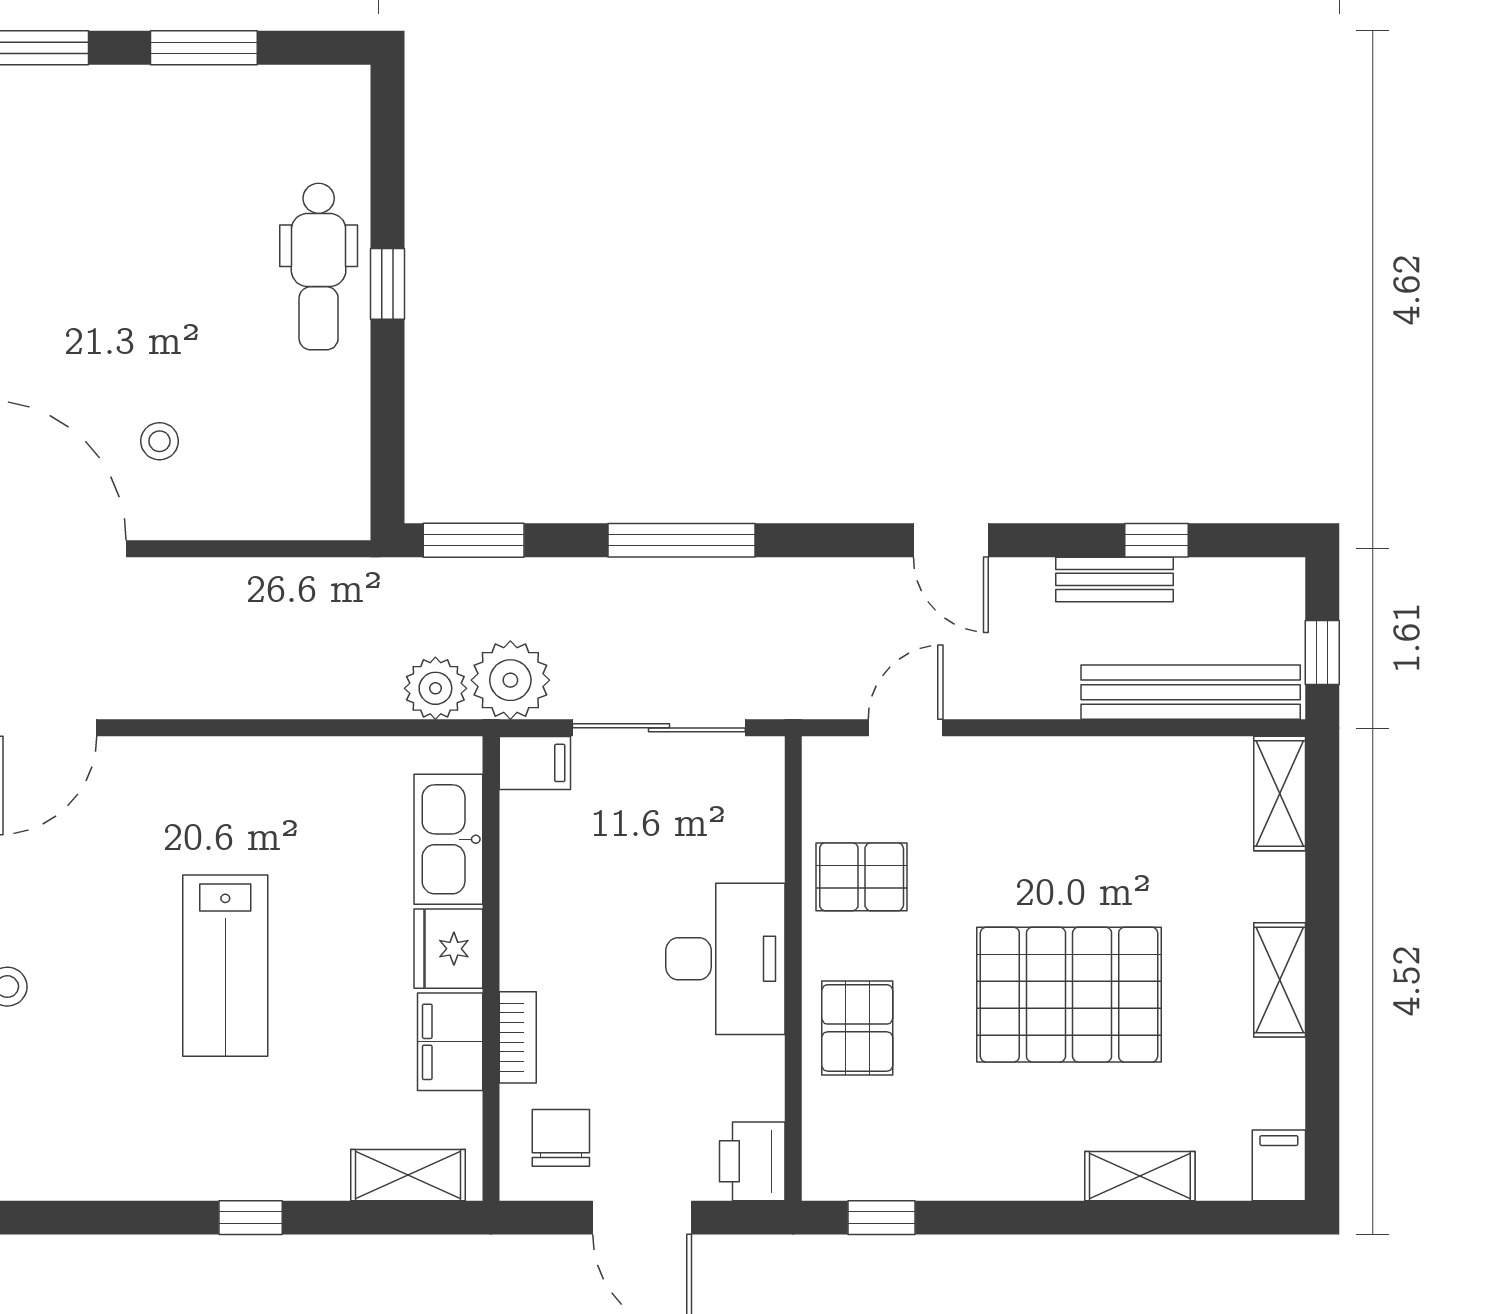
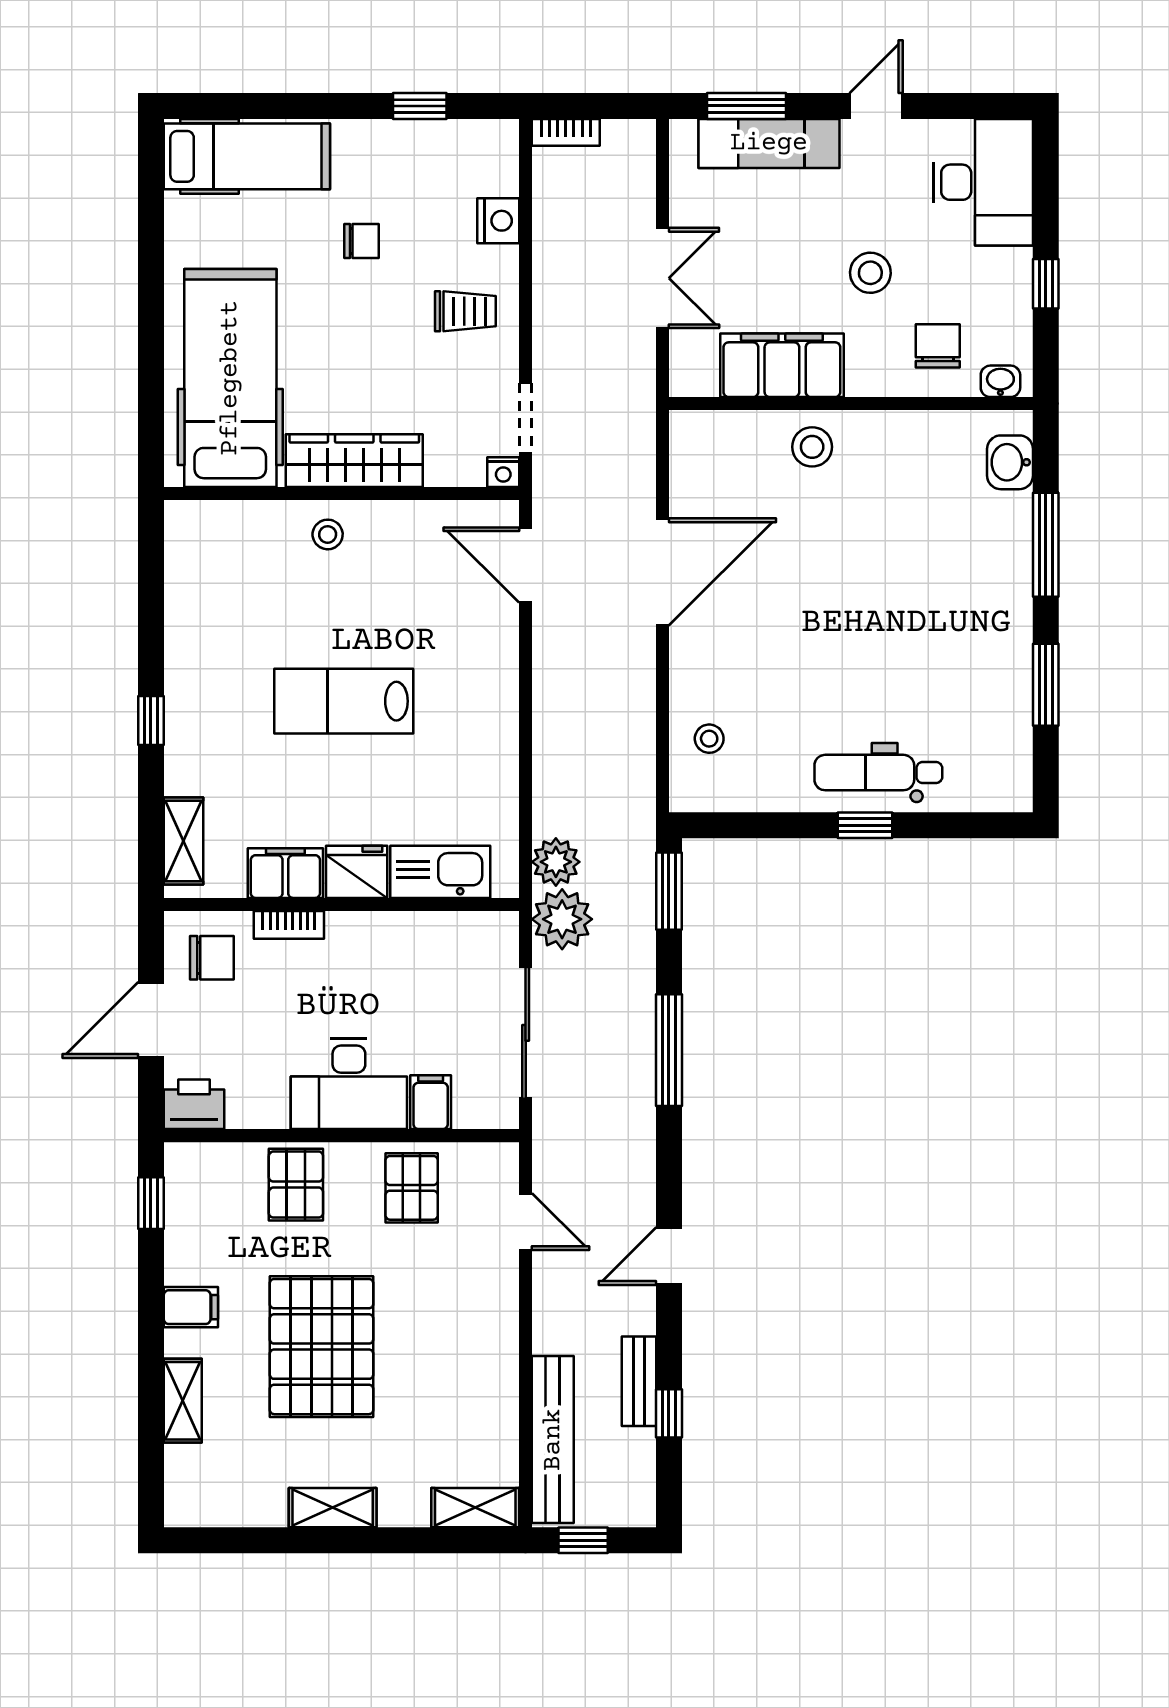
stool: (160, 441) -> (709, 739), moved
filing cabinet: (535, 763) -> (431, 1102), moved, turned 180
pallet: (857, 1028) -> (296, 1185), turned 90
filing cabinet: (1279, 1165) -> (191, 1307), moved

